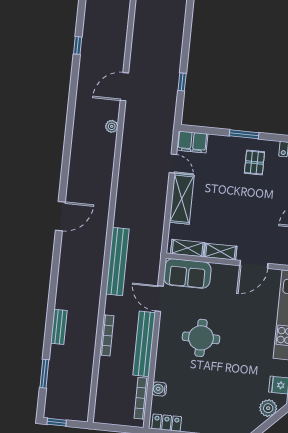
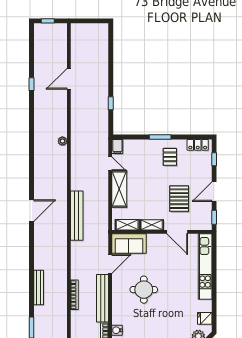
door: (124, 87) -> (69, 79), moved
filing cabinet: (192, 142) -> (117, 147), width x0.50
pallet: (261, 220) -> (179, 199), added
bench: (117, 261) -> (77, 216), moved
door: (254, 264) -> (177, 232), hinge flipped
door: (159, 299) -> (110, 264), swing flipped
bench: (59, 327) -> (39, 287), width x1.36

